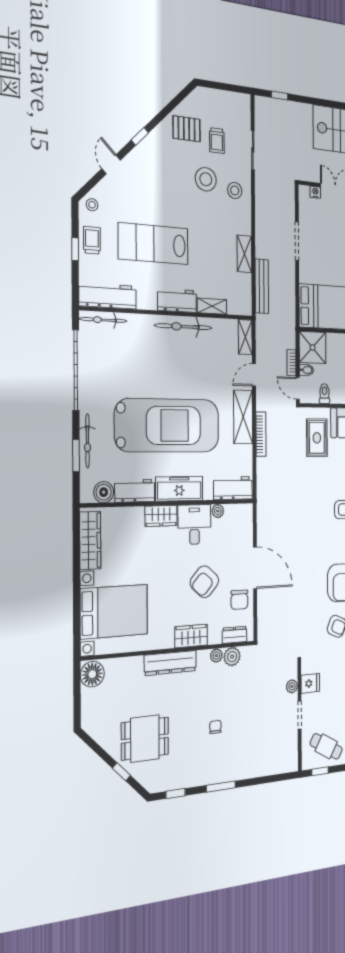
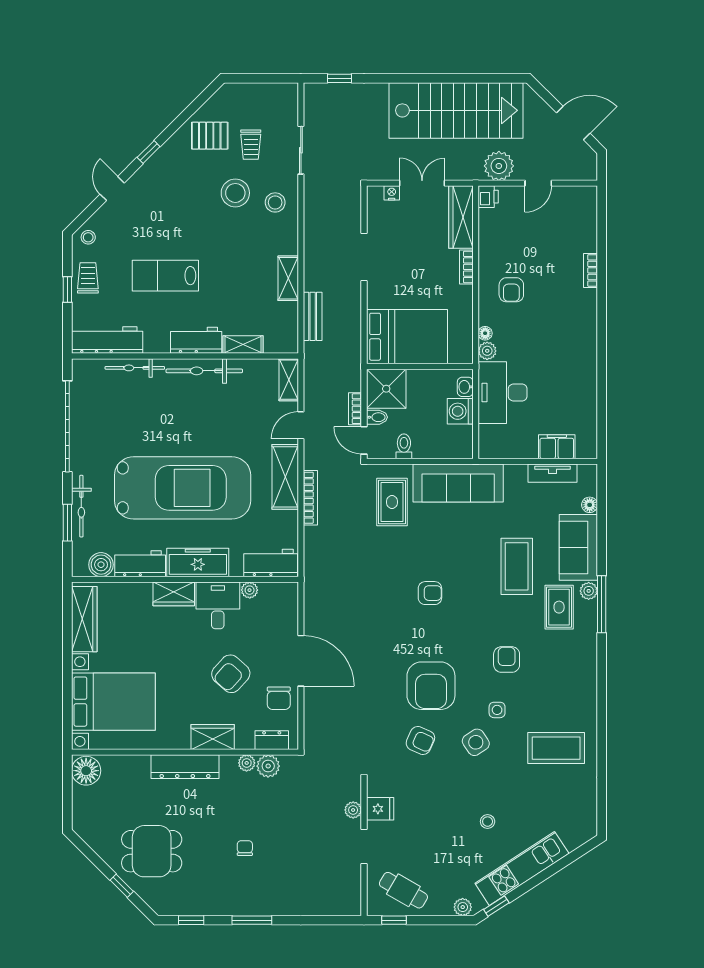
lab bench: (153, 244) -> (165, 276), width x0.73, depth x0.72
bench: (262, 286) -> (313, 316), width x0.73
bicycle: (103, 320) -> (135, 368), moved

